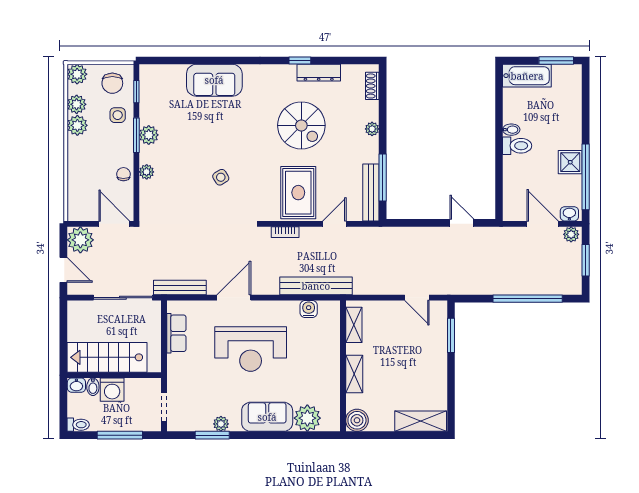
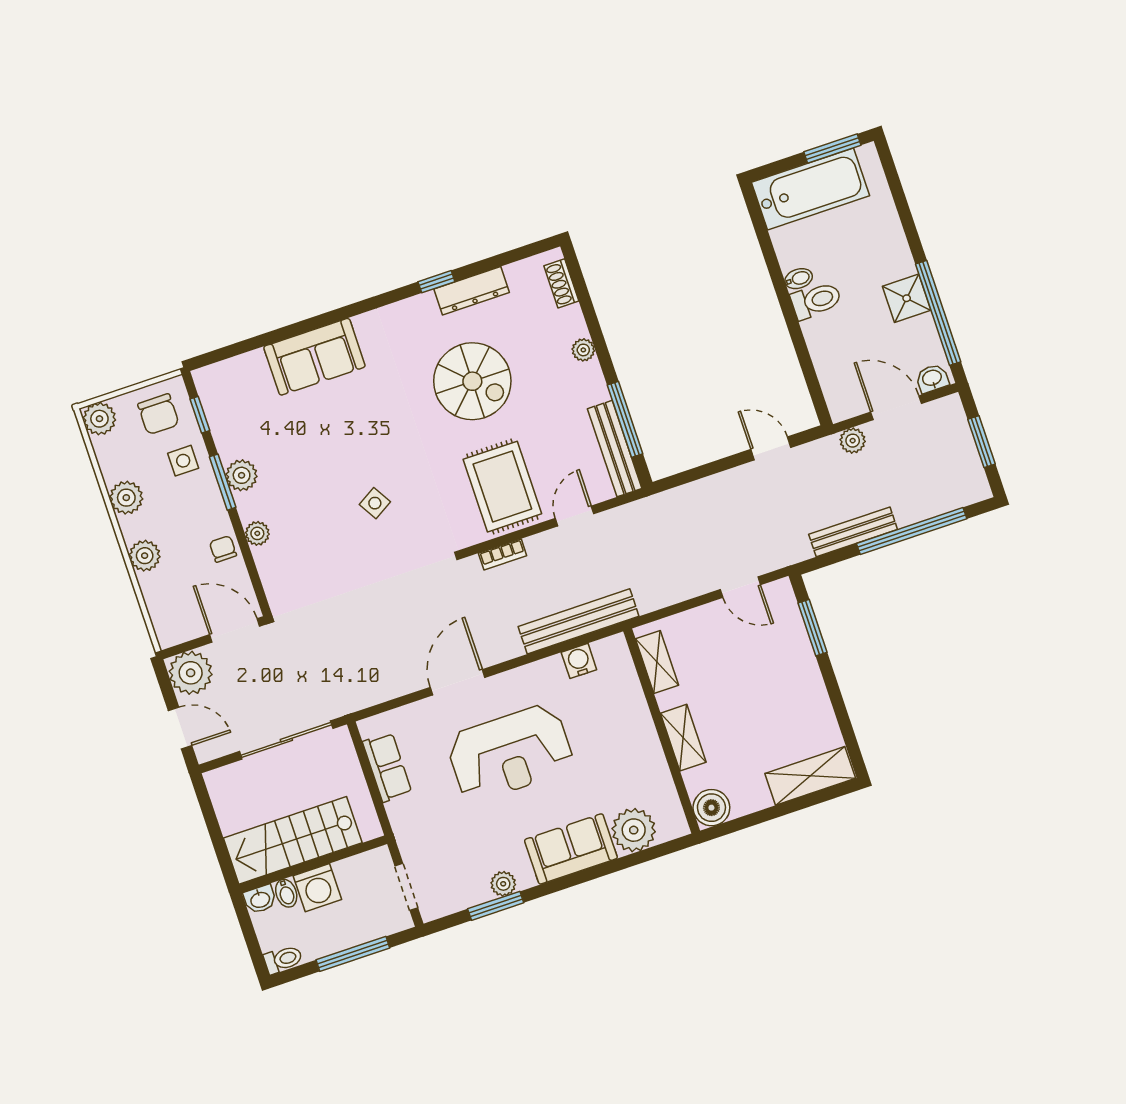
bathtub: (527, 76) -> (810, 189), width x1.36, depth x1.36
plant: (77, 104) -> (145, 556), moved
plant: (571, 234) -> (853, 441), moved
bench: (180, 288) -> (853, 532), moved

